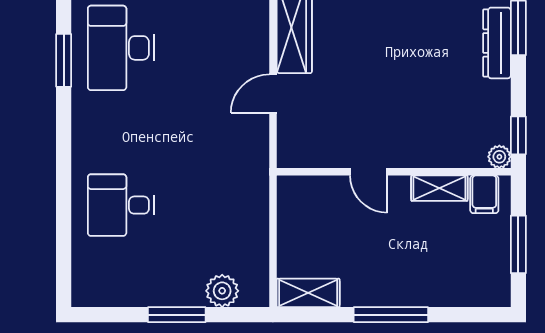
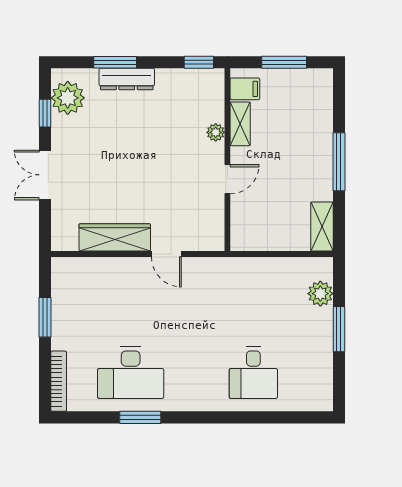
plant: (499, 157) -> (216, 132), moved

